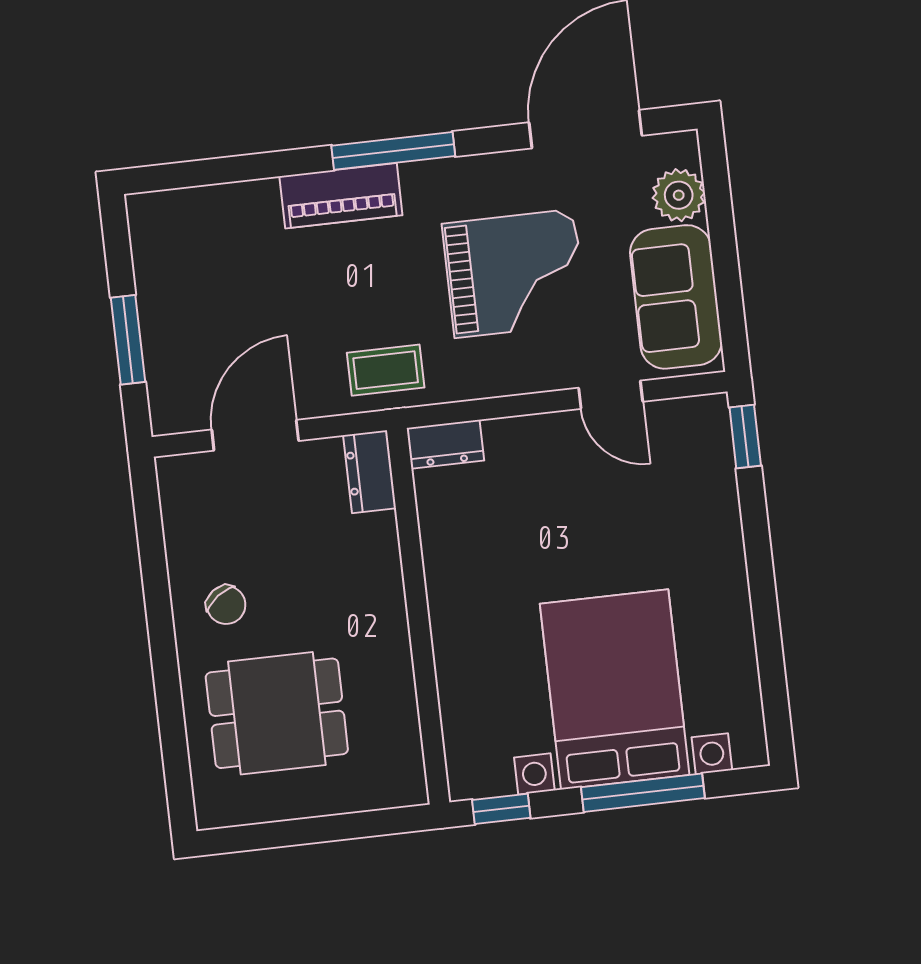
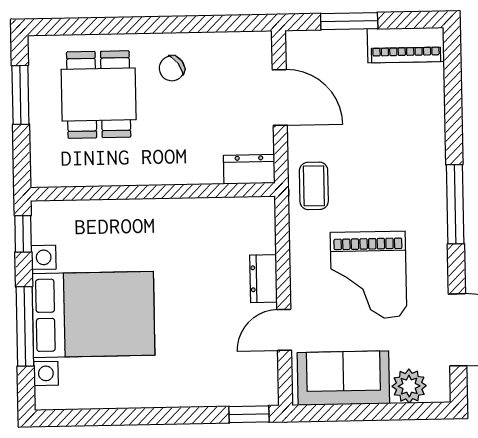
piano: (341, 196) -> (406, 45), moved, turned -90
dresser: (445, 444) -> (263, 279), moved
window: (289, 833) -> (20, 95), added

